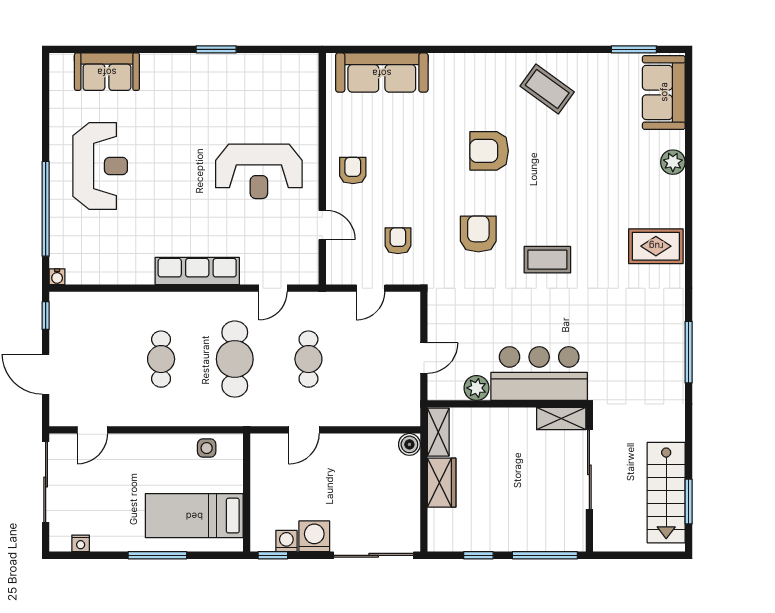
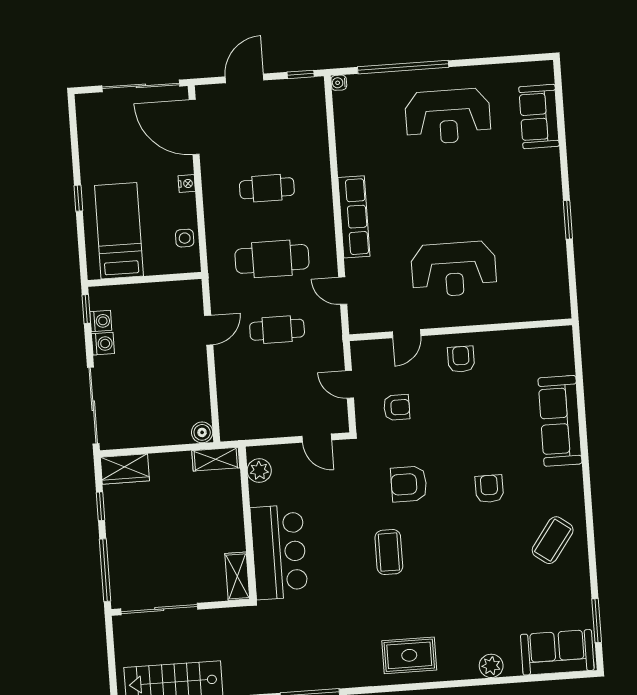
sofa: (382, 73) -> (560, 421), moved
armchair: (489, 151) -> (489, 489), width x0.72, depth x0.72
reception desk: (259, 171) -> (454, 269), turned -90
armchair: (353, 171) -> (461, 359), turned -90
armchair: (478, 234) -> (409, 484), turned 180
rug: (656, 246) -> (409, 655), turned 90
door: (424, 358) -> (317, 438), moved
plant: (477, 388) -> (259, 471), moved
door: (92, 430) -> (194, 127), width x1.88
door: (304, 430) -> (209, 330), swing flipped
sliding door: (589, 470) -> (159, 609), moved
wardrobe: (442, 483) -> (125, 469), moved
washing machine: (314, 536) -> (103, 344), width x0.73, depth x0.73
nightstand: (81, 543) -> (187, 184), moved, turned 180
window: (157, 555) -> (78, 198), width x0.46

